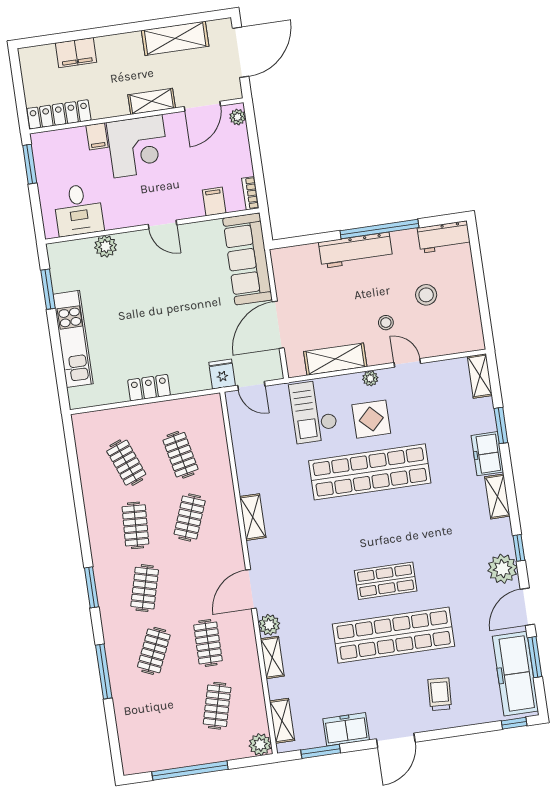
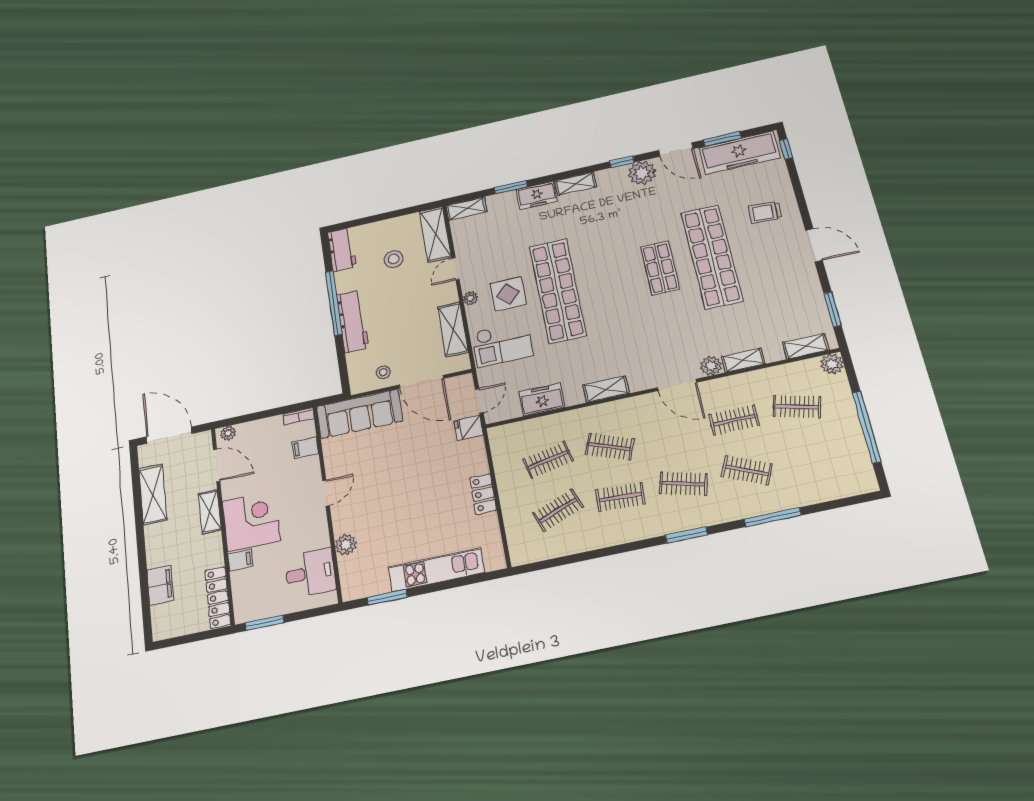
stool: (386, 323) -> (383, 372), moved
shelving: (452, 341) -> (435, 234), added
freezer: (346, 729) -> (542, 399), moved, turned 90

